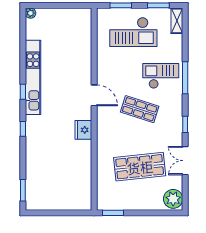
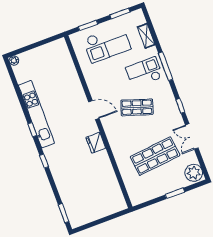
shelving: (177, 21) -> (146, 36), moved
window: (113, 213) -> (175, 193), moved

